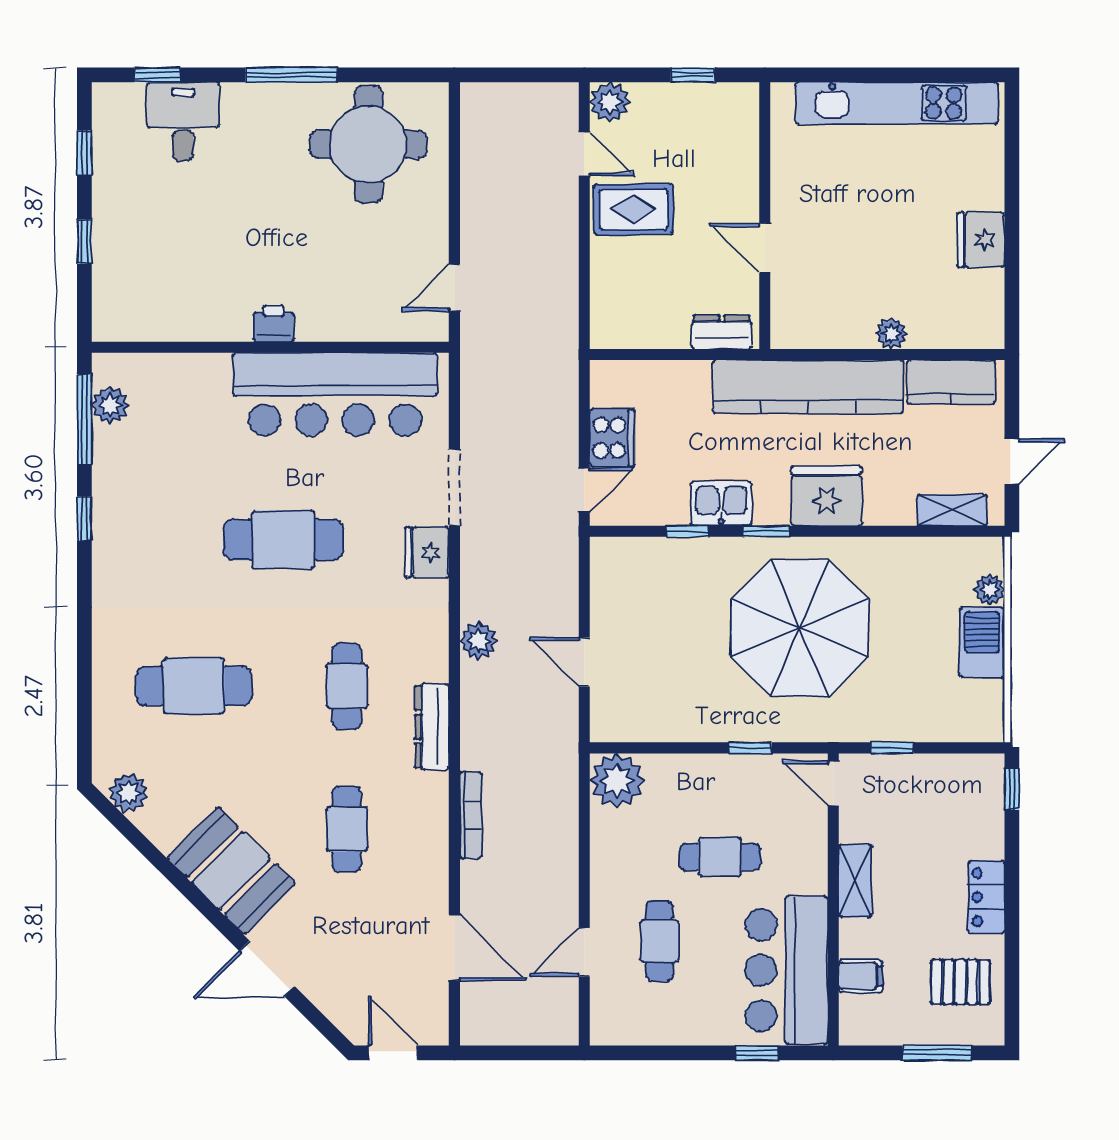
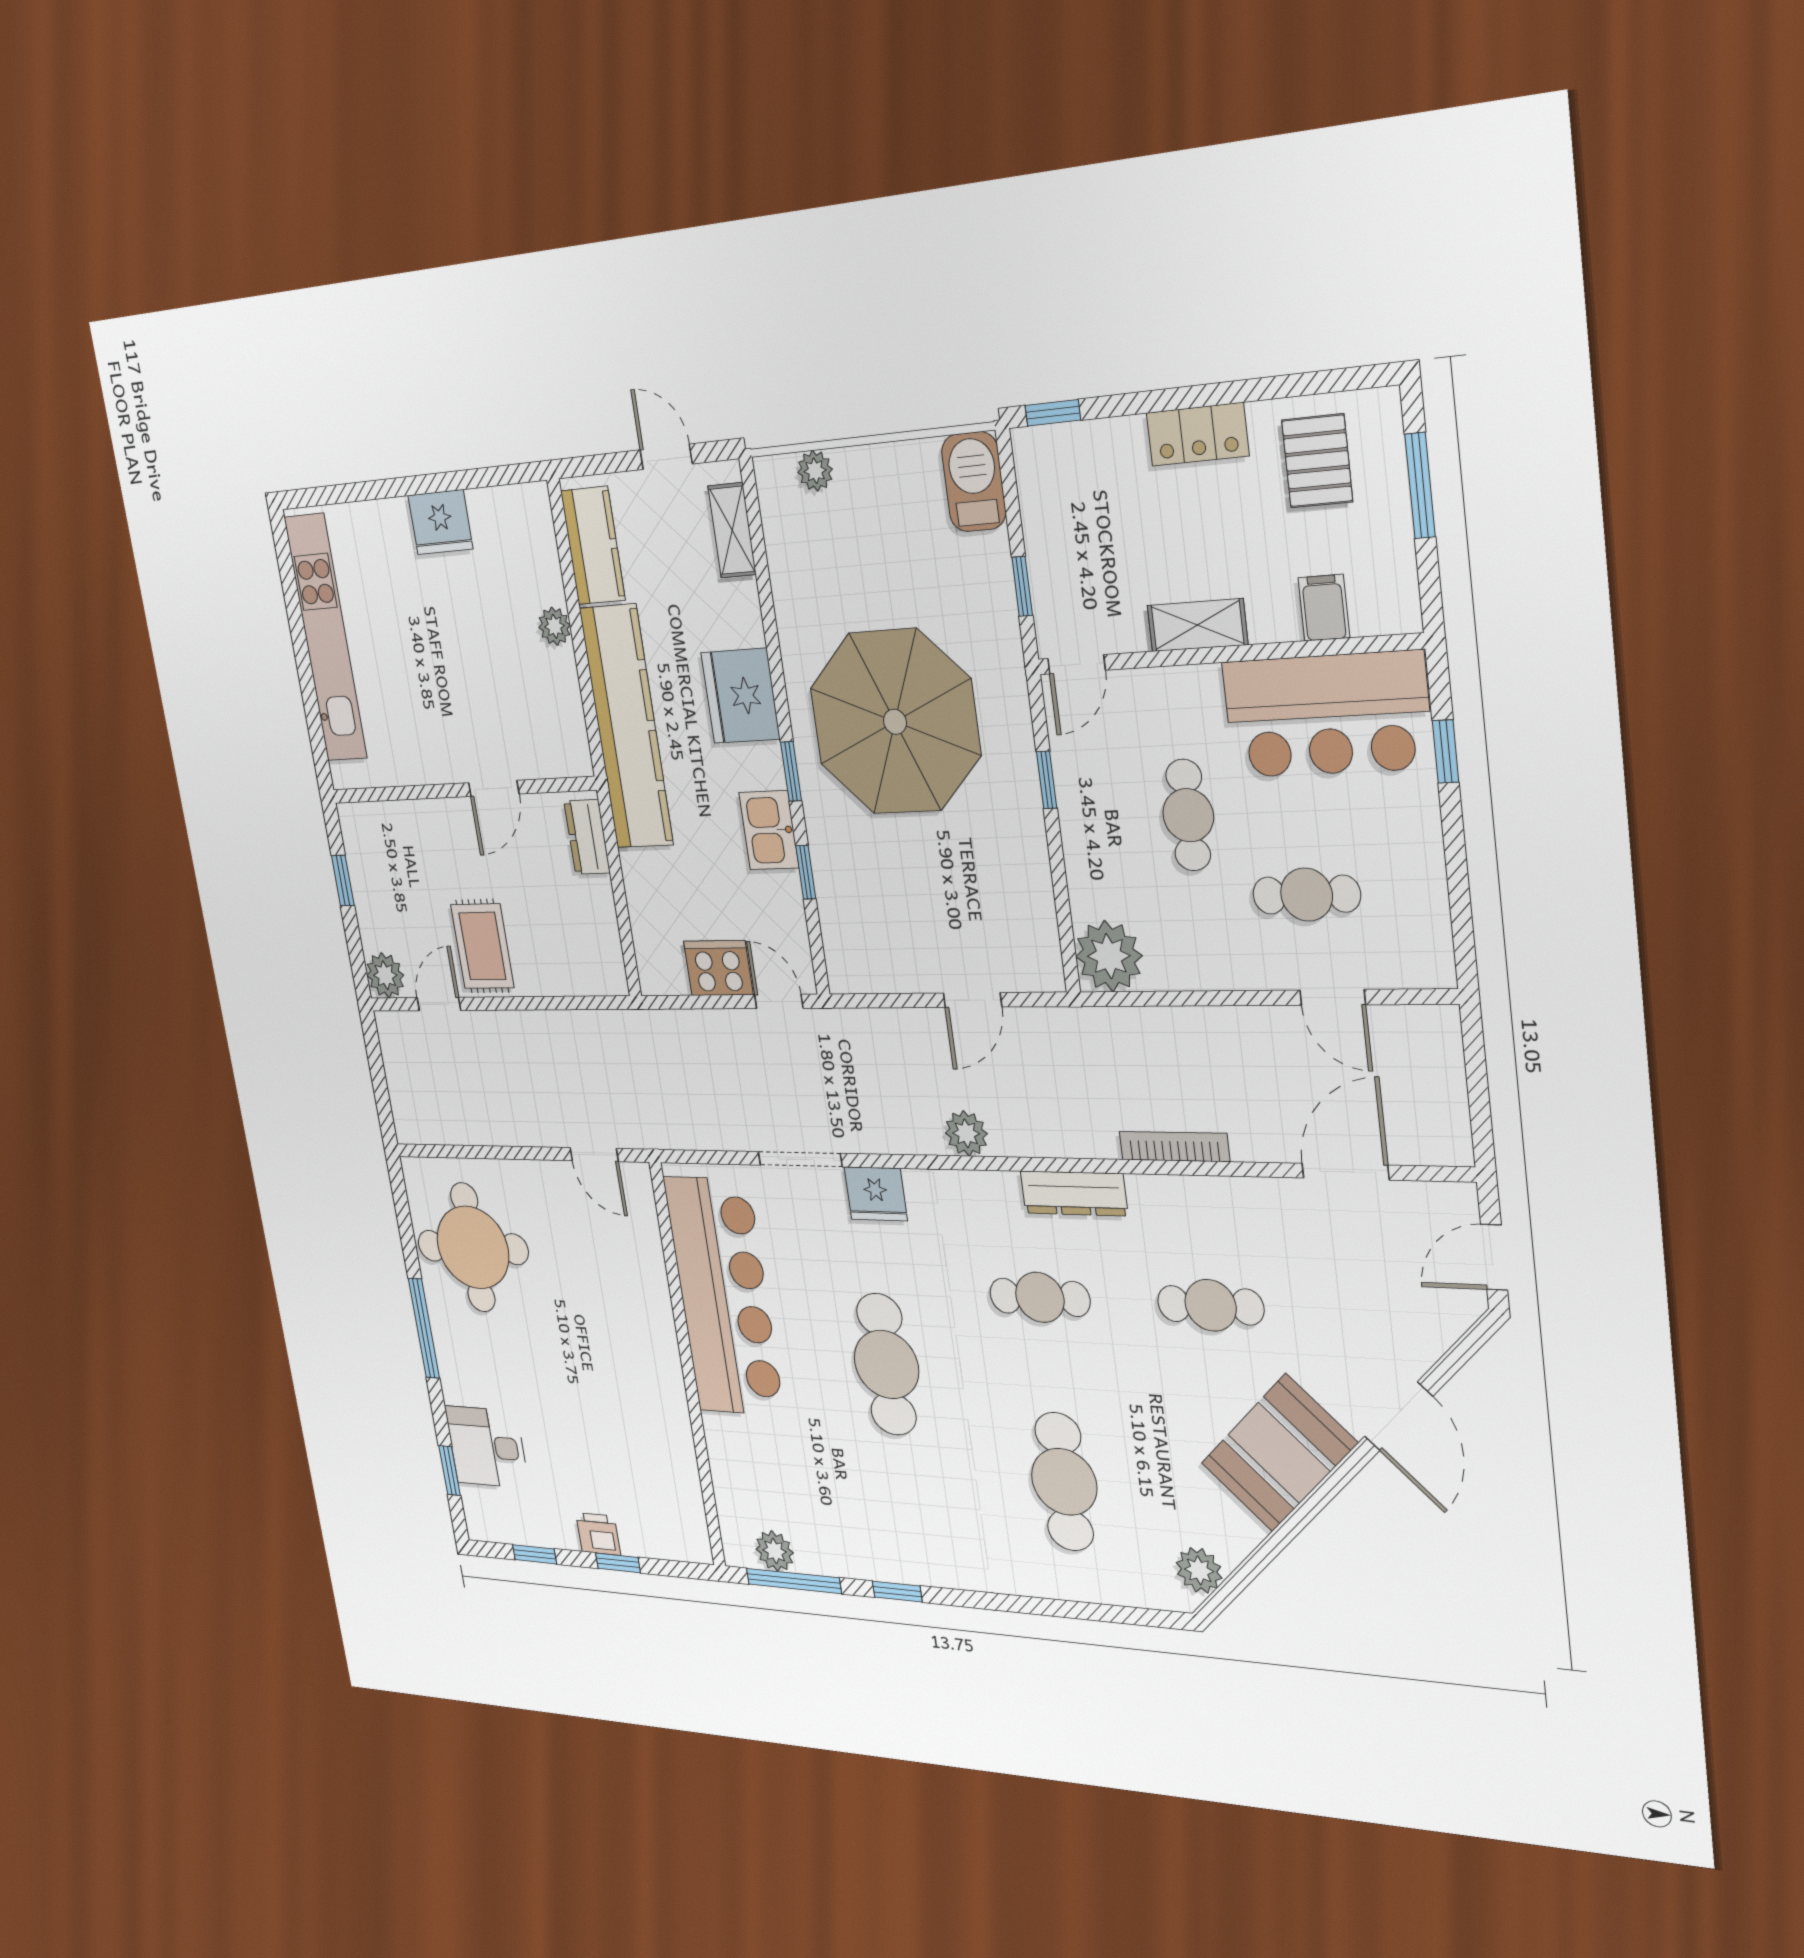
printer: (273, 323) -> (598, 1534), moved, turned 90
barbecue: (982, 643) -> (974, 482), moved, turned 90

